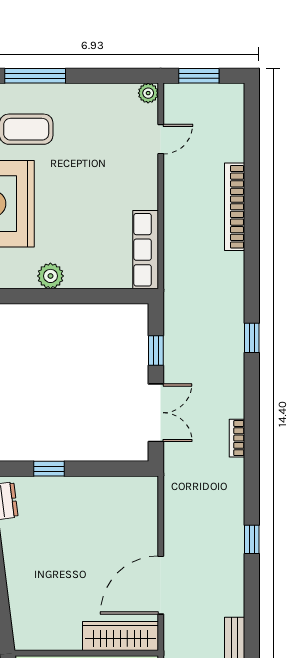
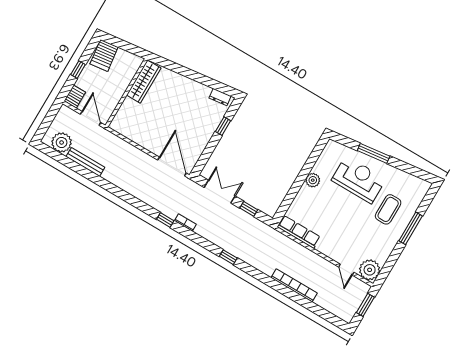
plant: (148, 93) -> (370, 270), width x1.87, depth x1.87
double door: (156, 413) -> (220, 192), swing flipped
window: (252, 539) -> (165, 220), moved
door: (161, 585) -> (172, 166), moved
wardrobe: (120, 636) -> (144, 82), moved

